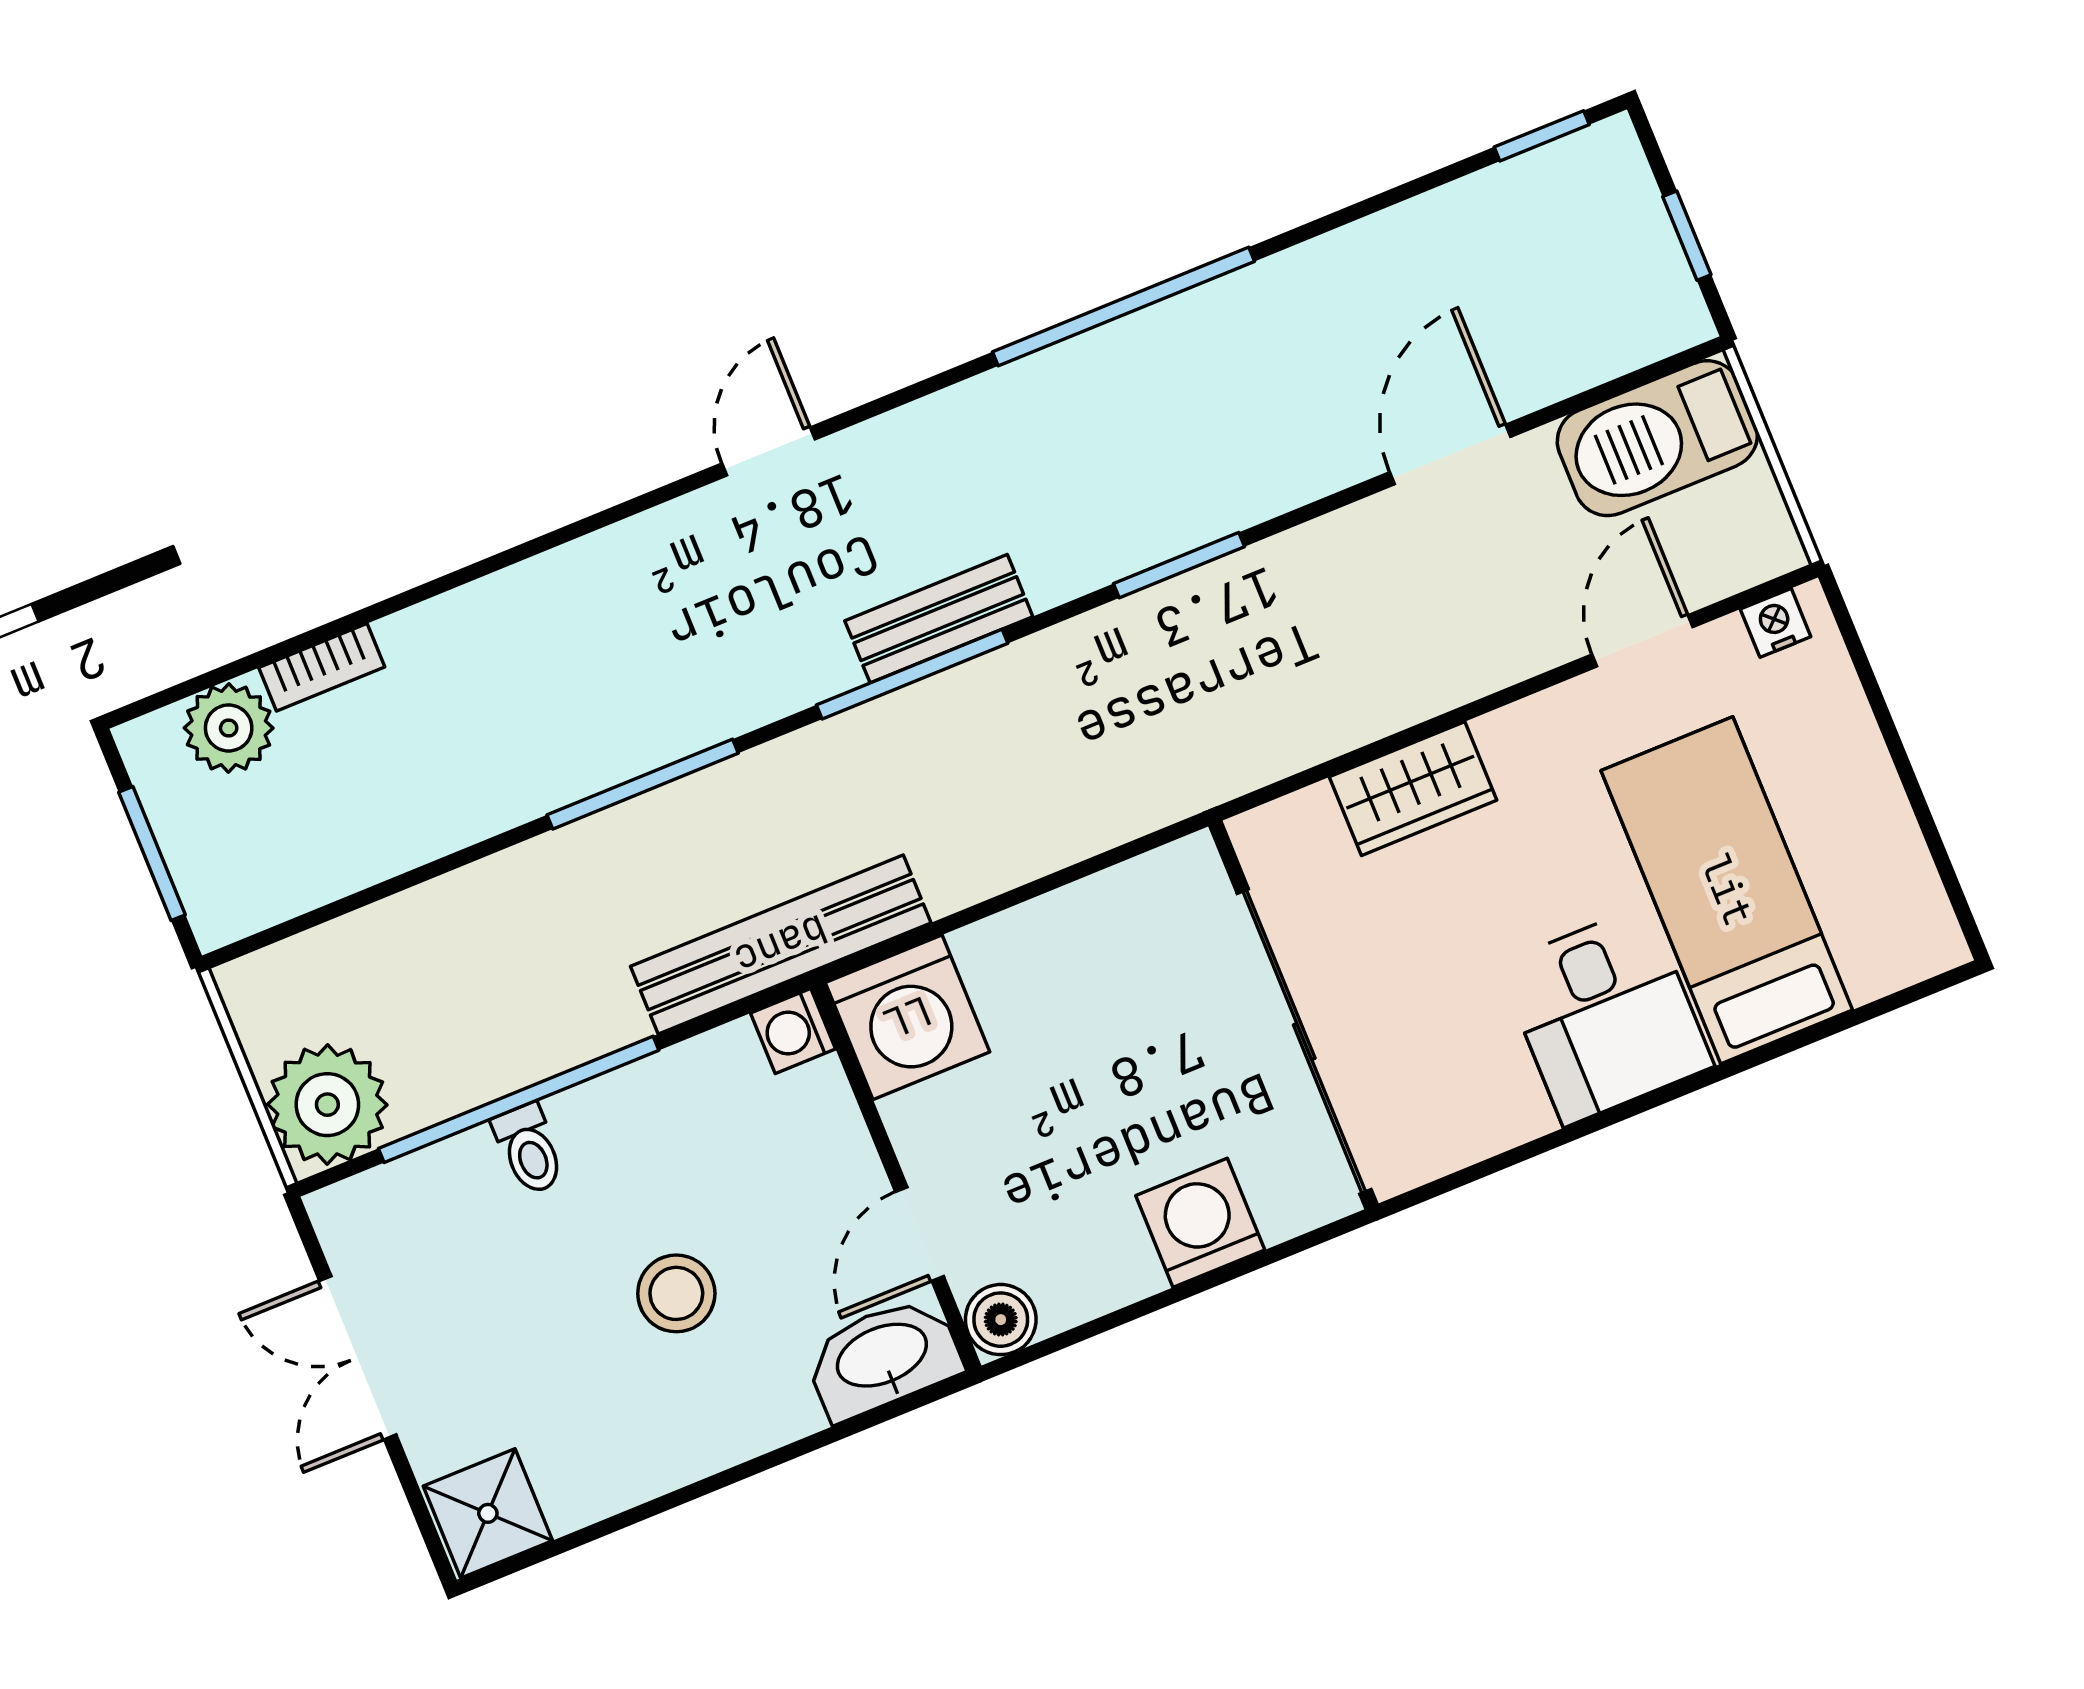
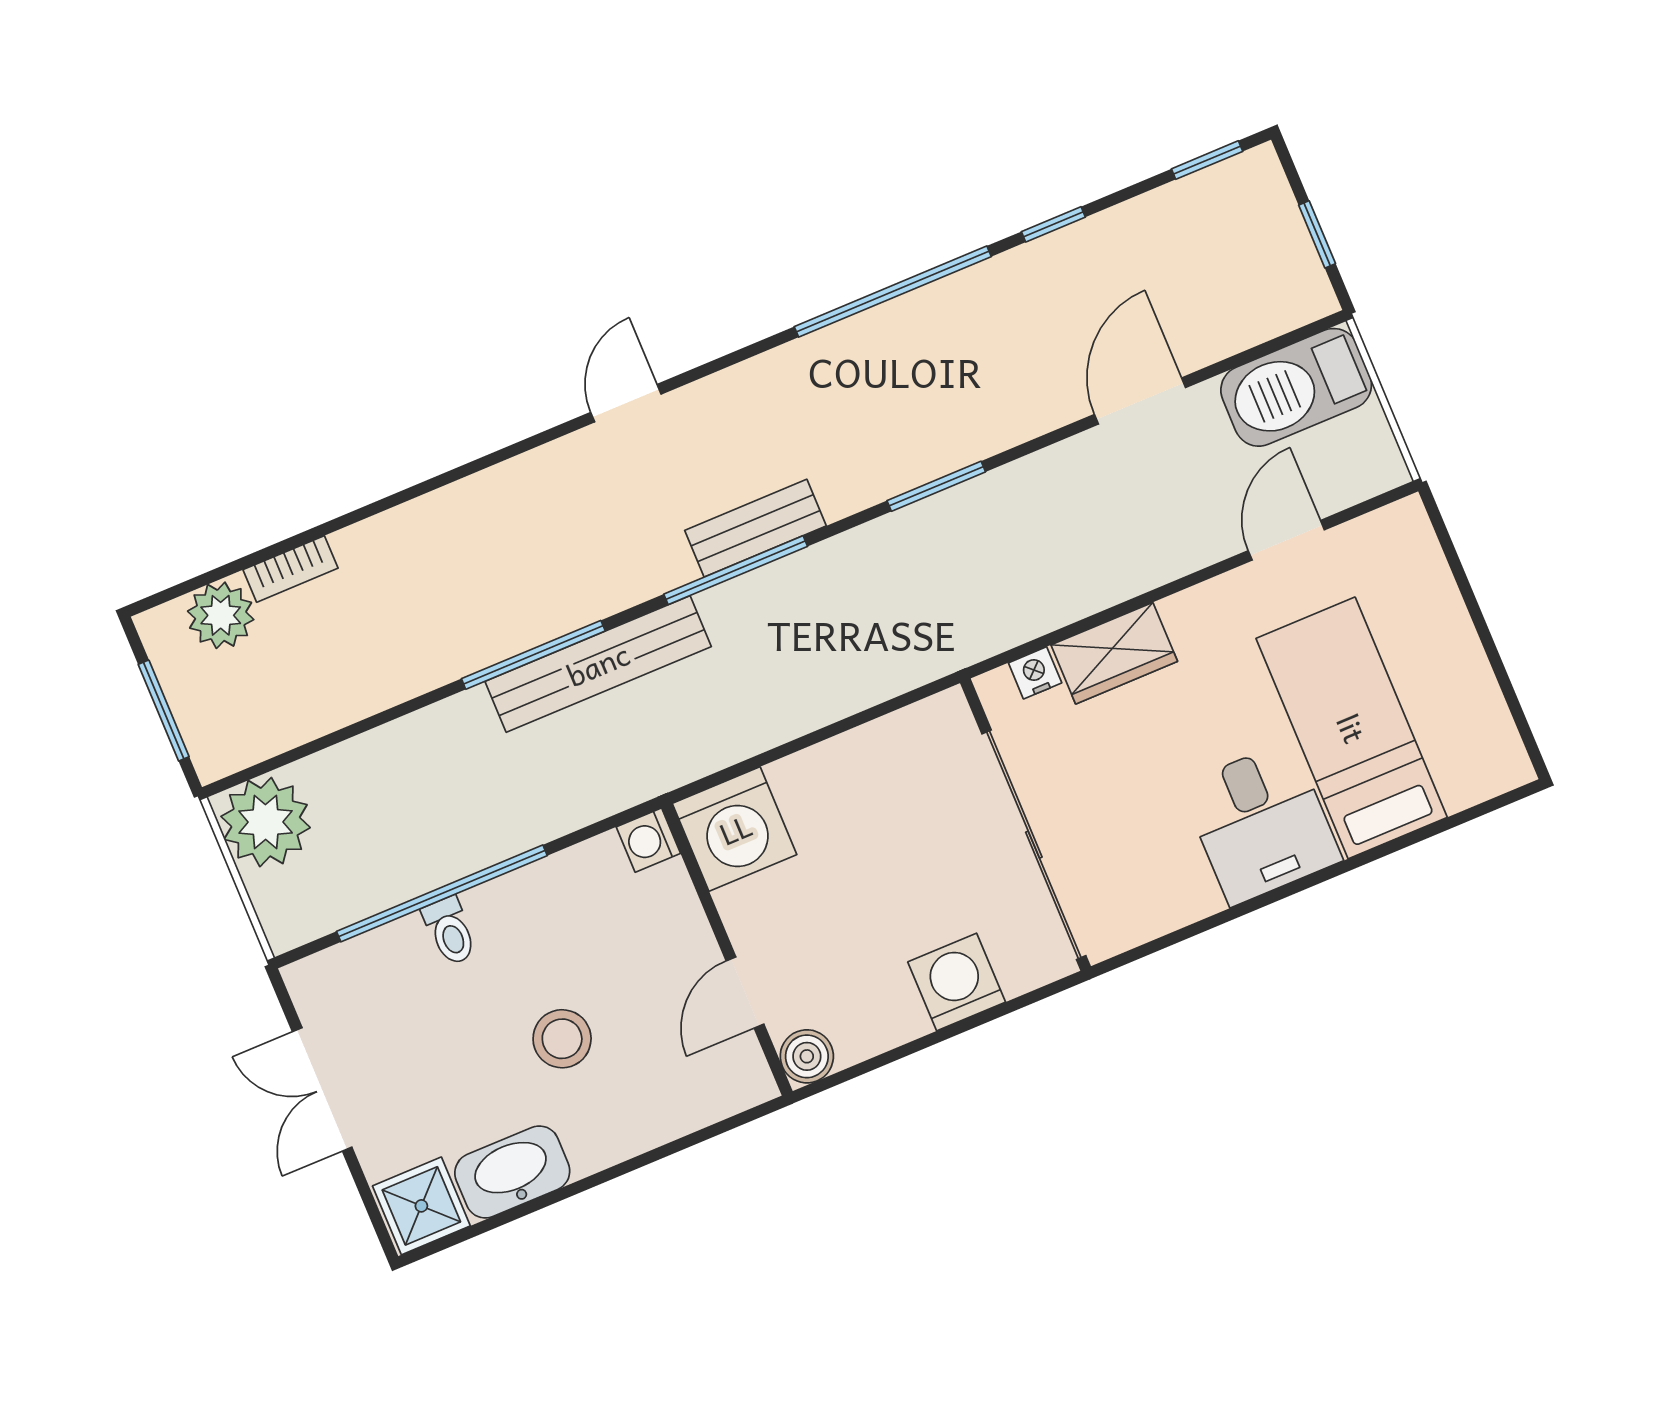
window: (1337, 219) -> (1053, 224), added
nightstand: (1776, 623) -> (1035, 673), moved
bench: (781, 945) -> (598, 664), moved
plant: (327, 1105) -> (266, 822), moved
washbasin: (883, 1358) -> (512, 1172), moved

